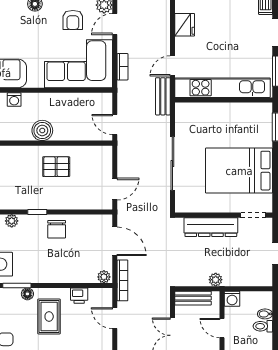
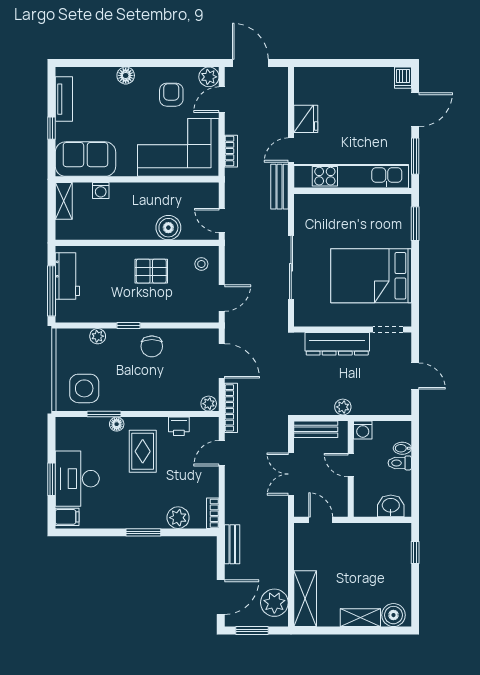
armchair: (73, 20) -> (171, 95), turned 180
fridge: (185, 25) -> (306, 119), moved
boiler: (42, 130) -> (168, 228), moved
stool: (98, 161) -> (201, 264), added
door: (115, 318) -> (222, 453), hinge flipped

